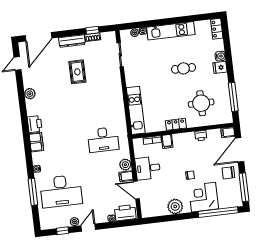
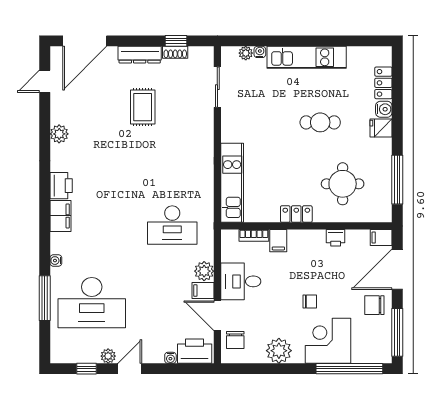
locker: (217, 29) -> (383, 83), moved
chair: (149, 203) -> (235, 340), added

